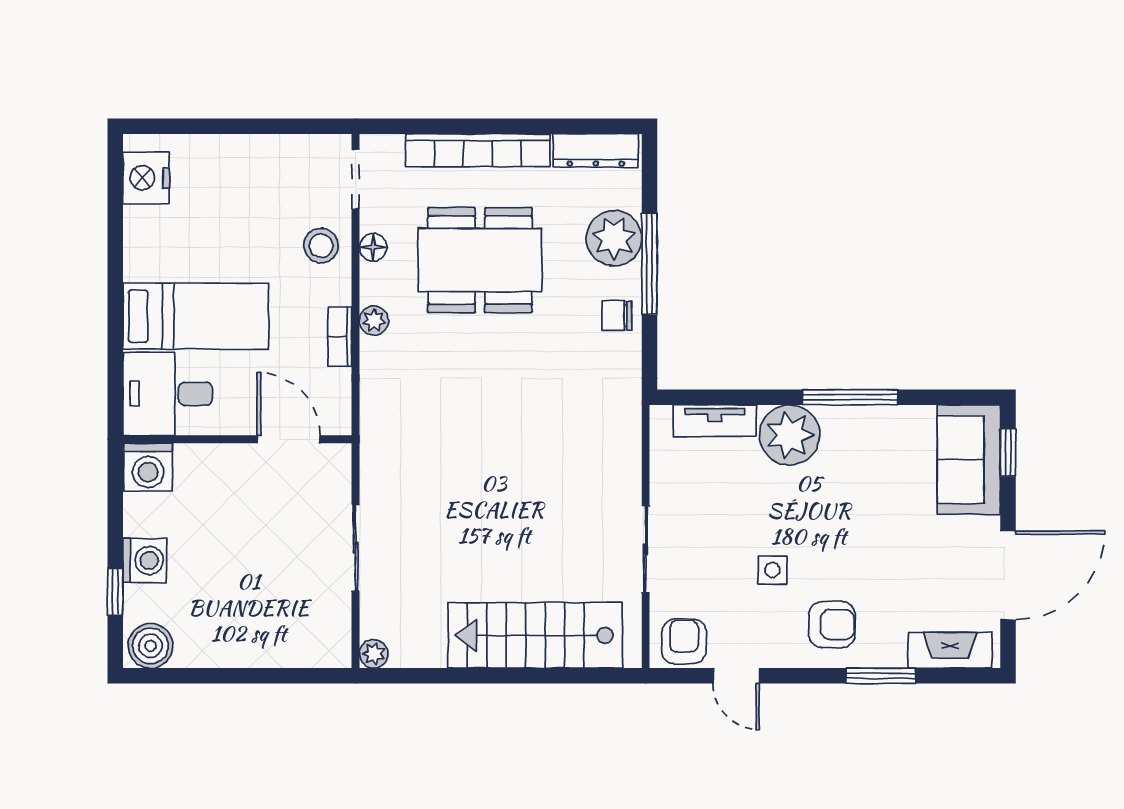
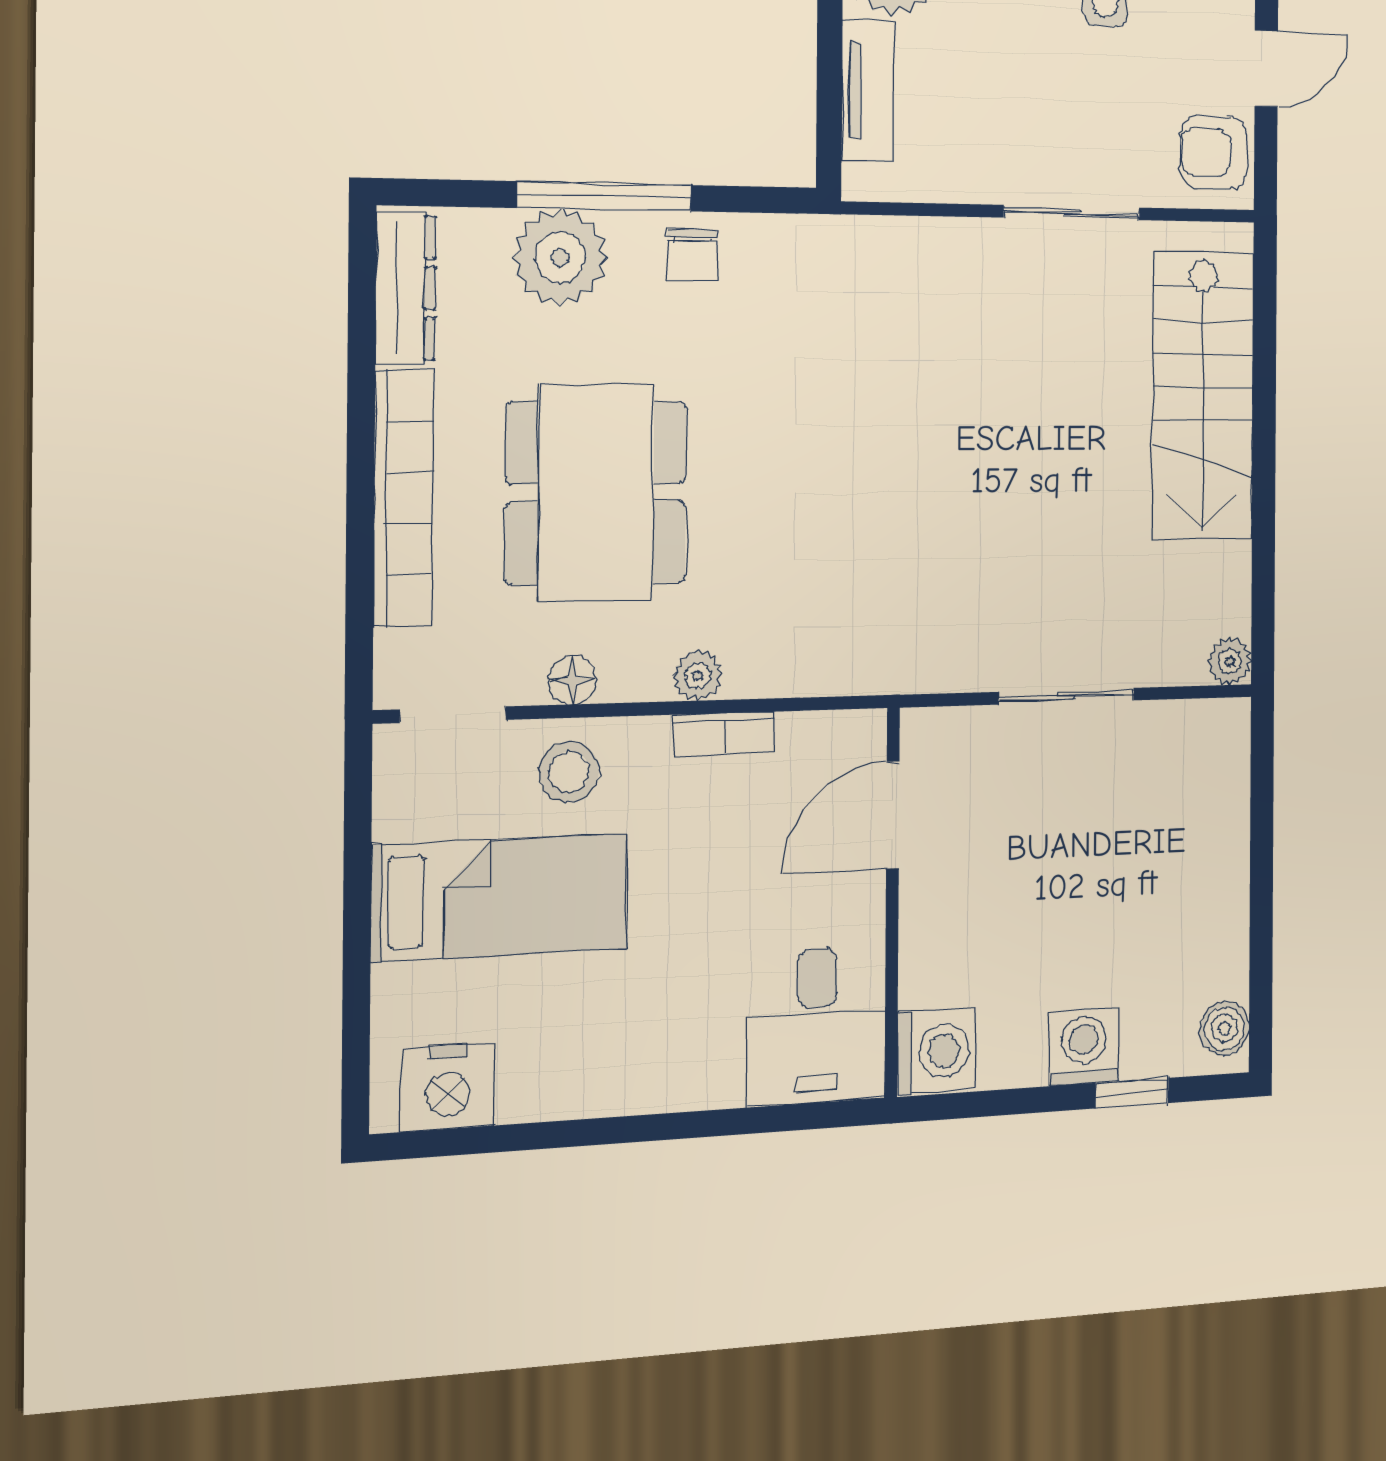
bed: (196, 316) -> (500, 897), moved, turned 90
boiler: (151, 646) -> (1224, 1028), width x0.73, depth x0.73

